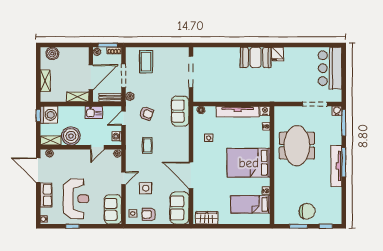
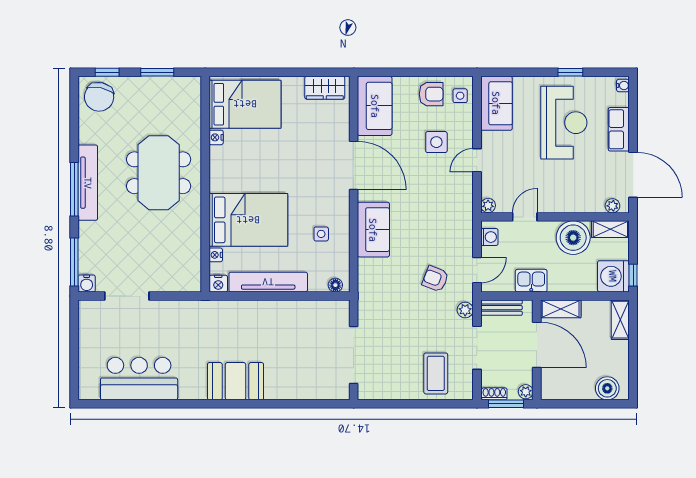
fridge: (278, 54) -> (195, 387), removed
bar counter: (330, 68) -> (139, 379), moved, turned -90
door: (91, 77) -> (537, 345), swing flipped
shelving: (45, 81) -> (620, 320), moved
sofa: (180, 111) -> (373, 230), moved
coffee table: (147, 145) -> (433, 221), removed
meeting table: (297, 146) -> (159, 173), moved
bed: (249, 163) -> (248, 220), moved
reception desk: (76, 199) -> (564, 123), turned 180
bed: (250, 204) -> (245, 104), width x1.50
chair: (307, 211) -> (99, 97), moved, turned -78

